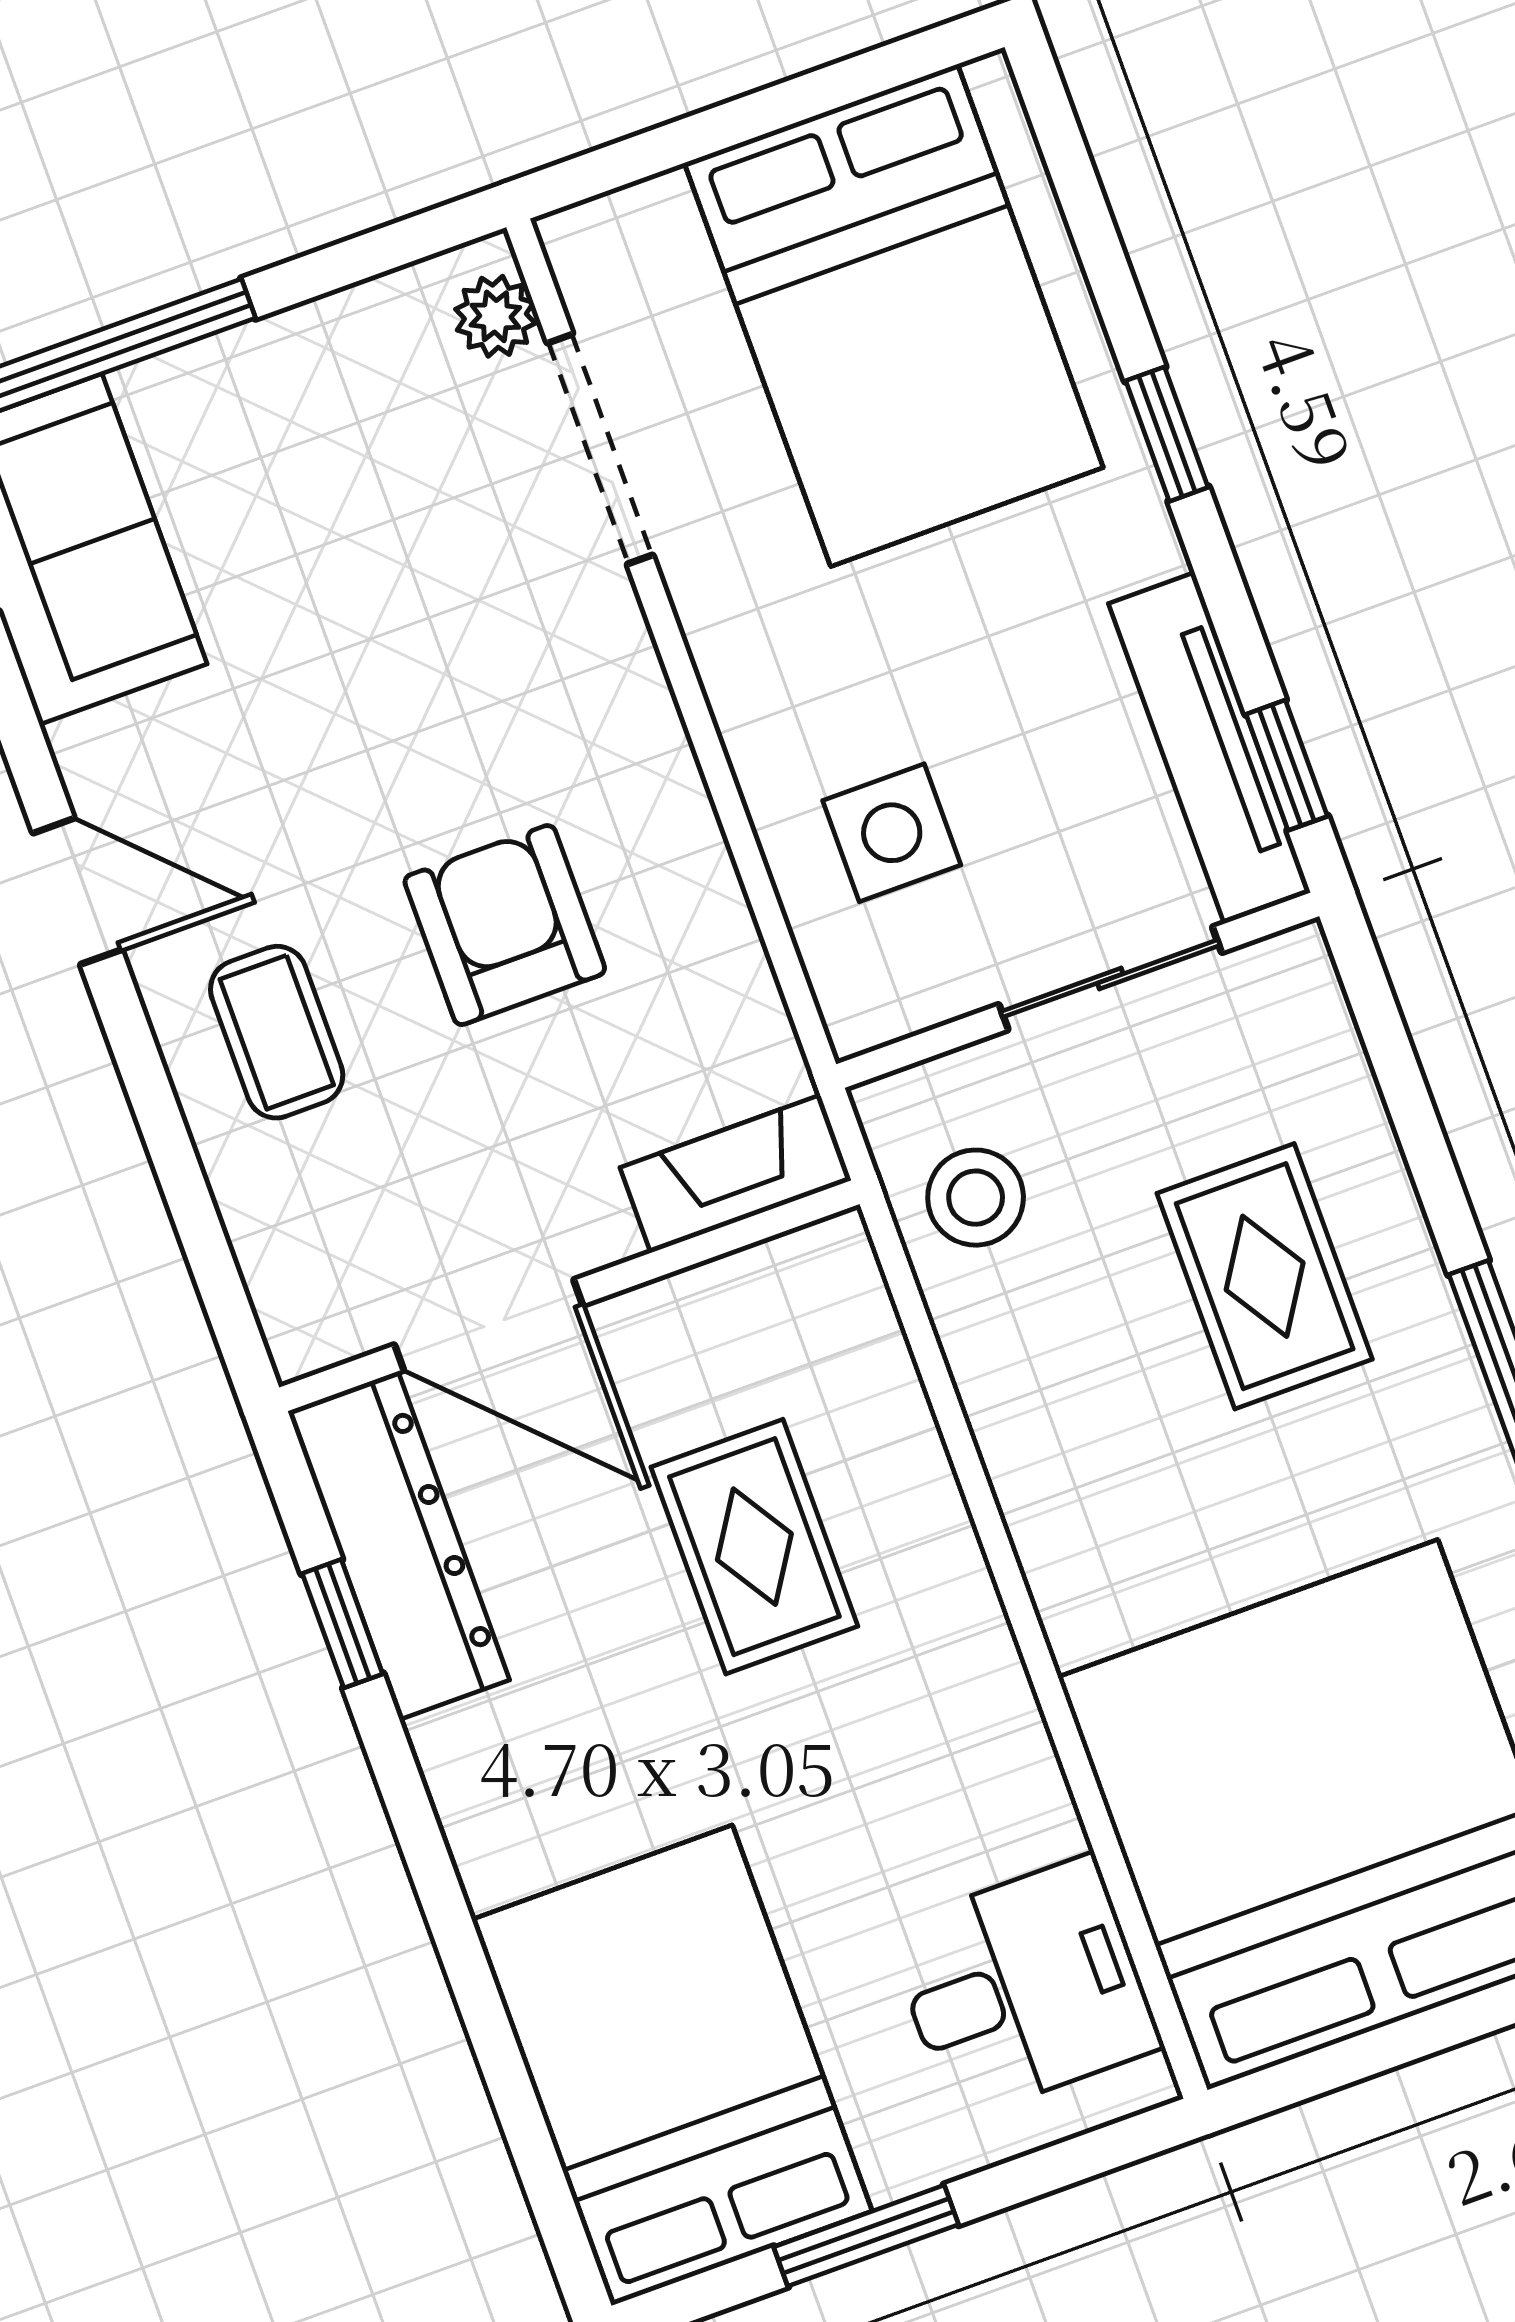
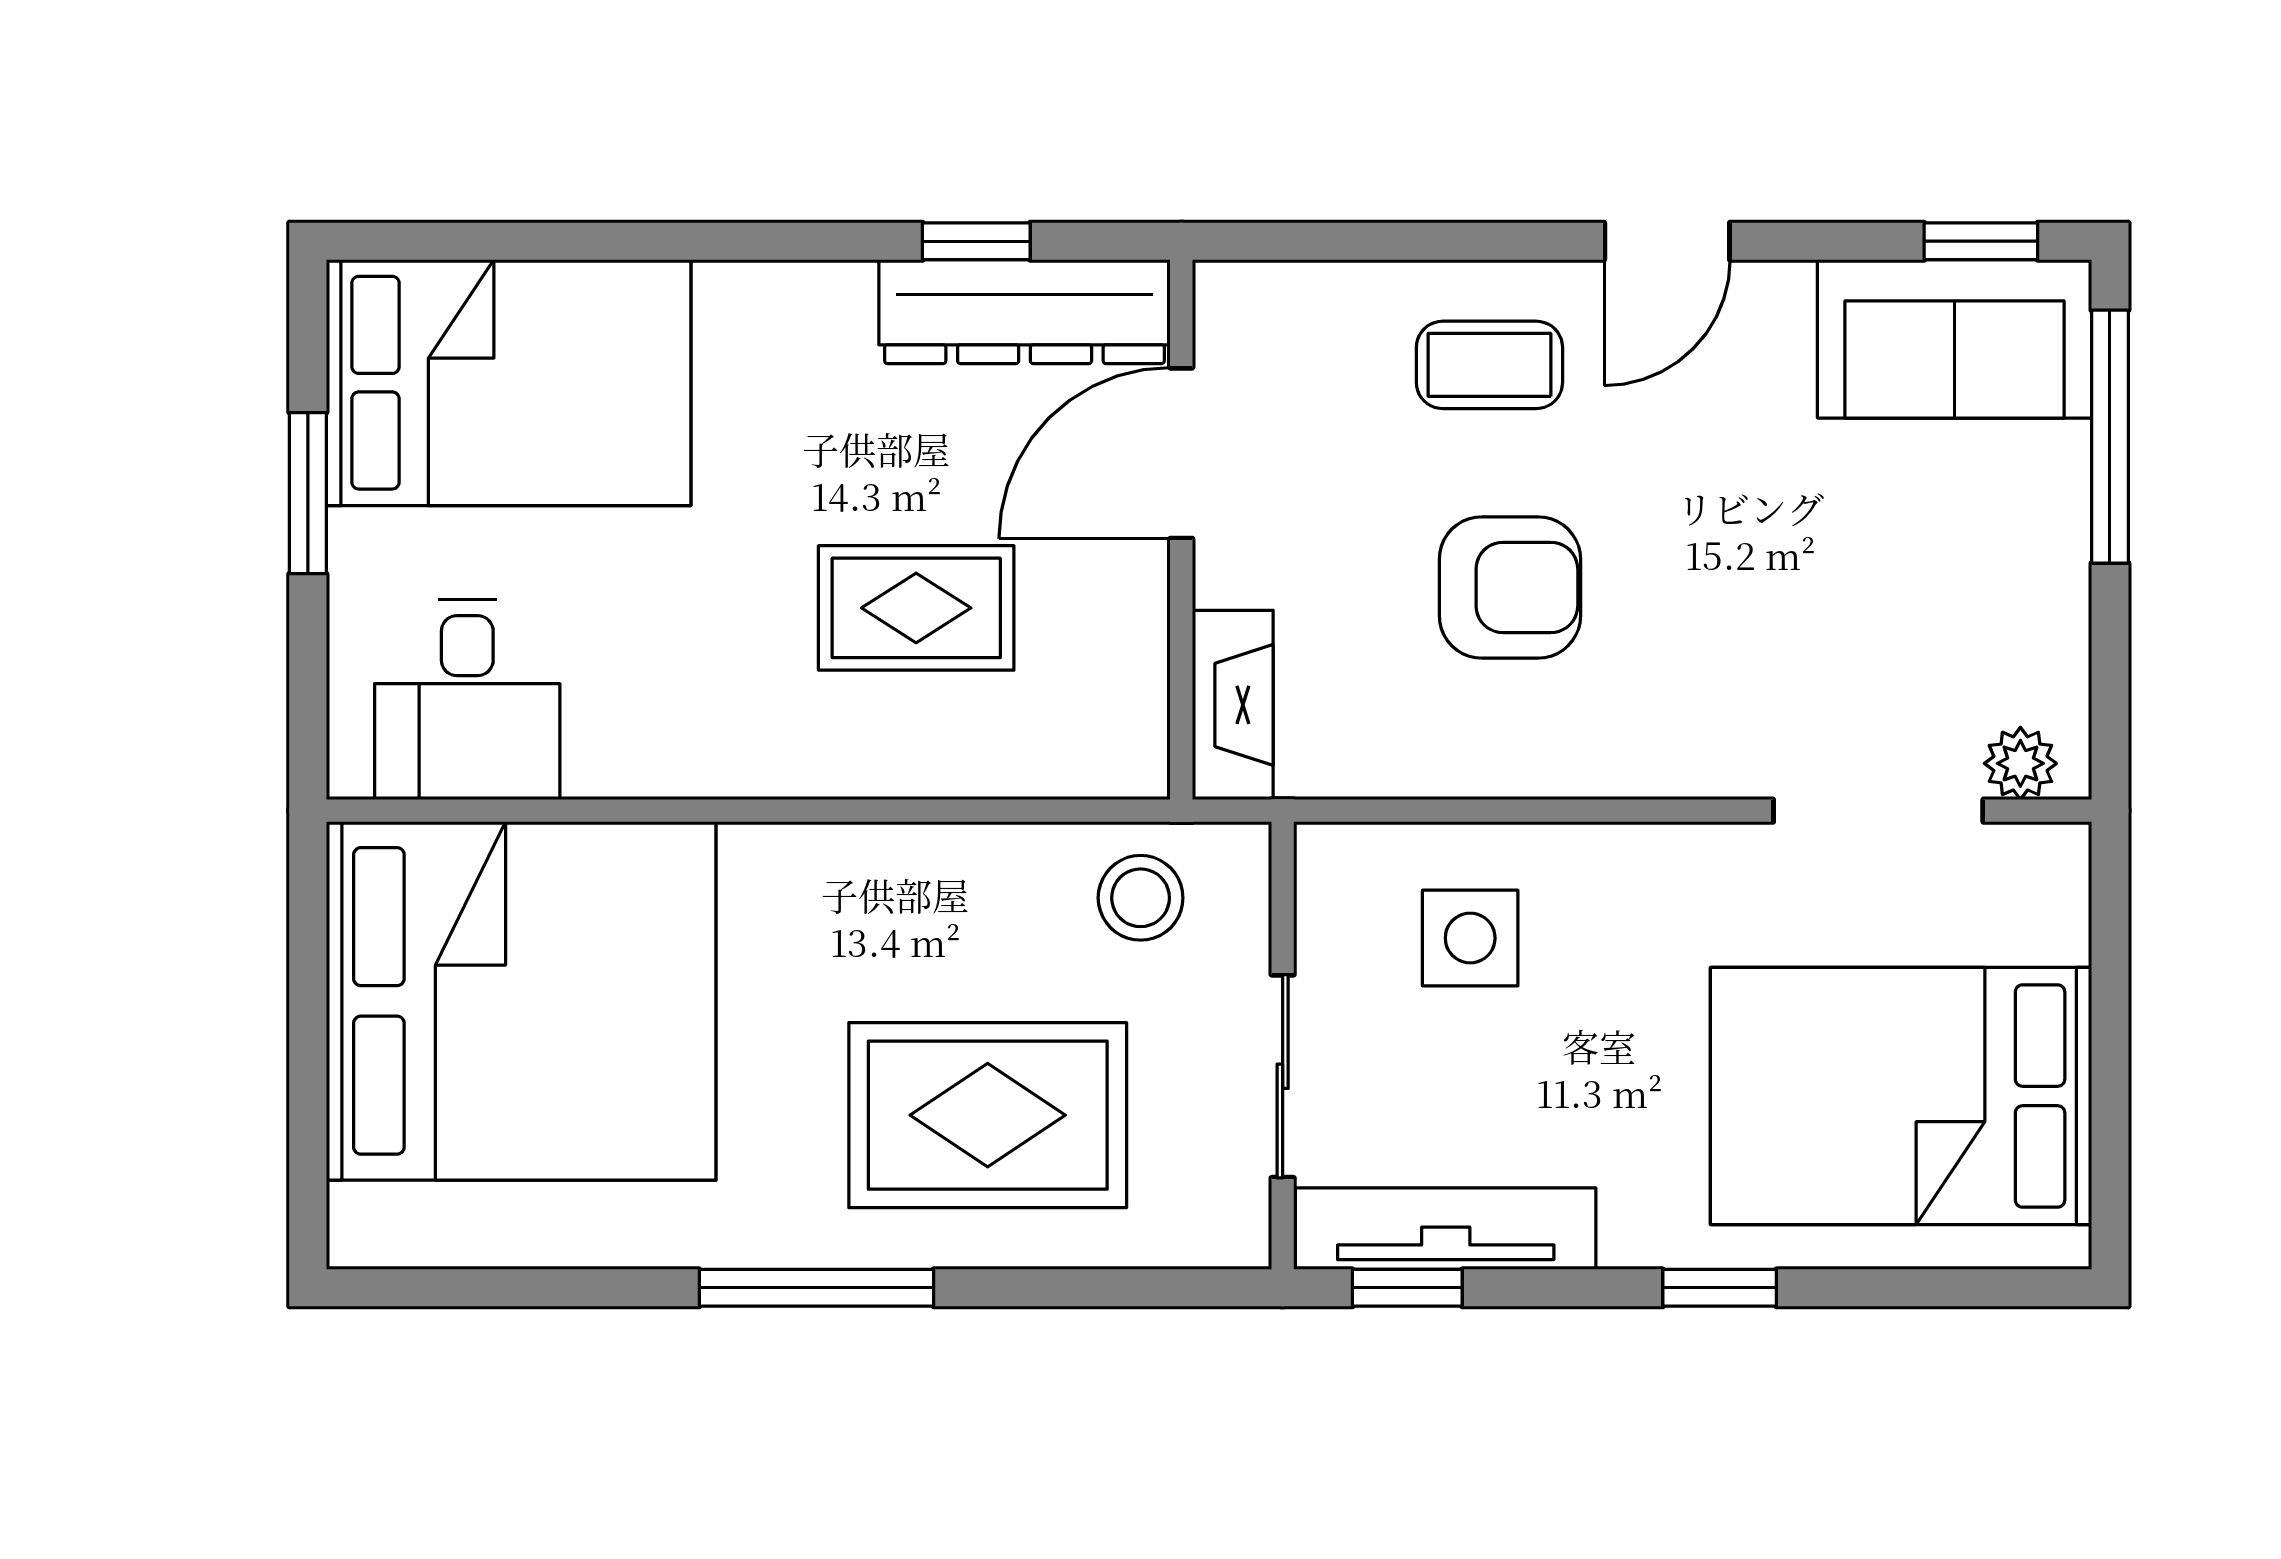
rug: (1265, 1276) -> (988, 1115), width x1.36, depth x1.43

